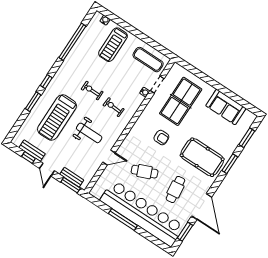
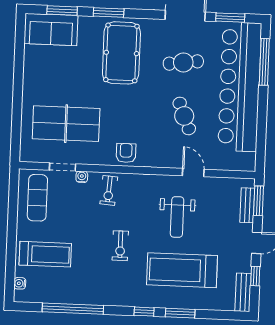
exercise bike: (114, 107) -> (109, 190), moved
sofa: (226, 107) -> (51, 30), moved, turned 90
treadmill: (57, 117) -> (182, 270), turned 180
weight bench: (89, 133) -> (177, 217), turned 180
armchair: (161, 138) -> (126, 153), moved
bench: (32, 151) -> (243, 292), moved
window: (123, 219) -> (264, 62), moved

